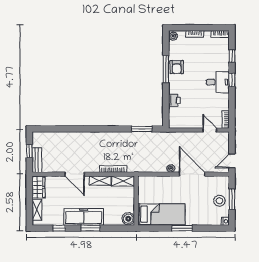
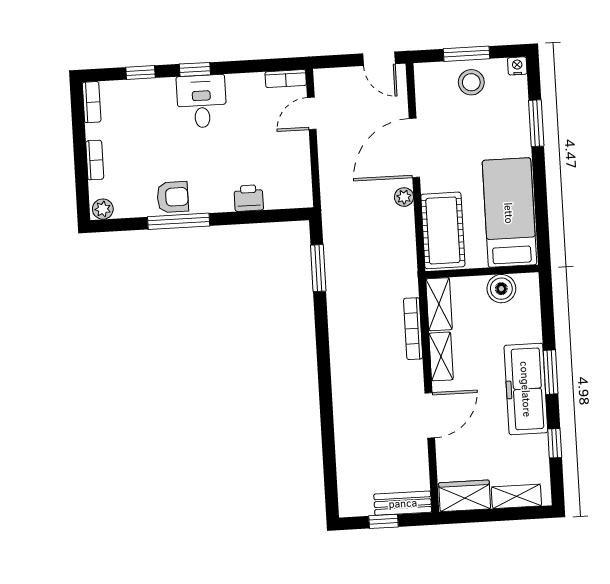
cot: (155, 185) -> (443, 230), added
boiler: (128, 219) -> (501, 289), moved
window: (182, 228) -> (536, 123), moved

